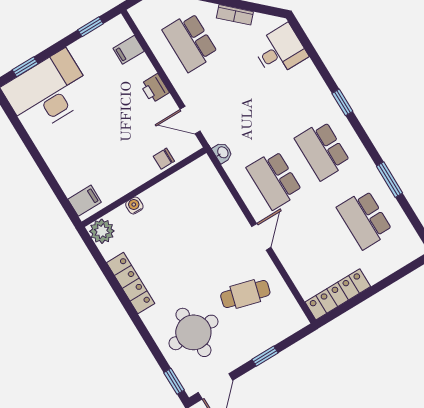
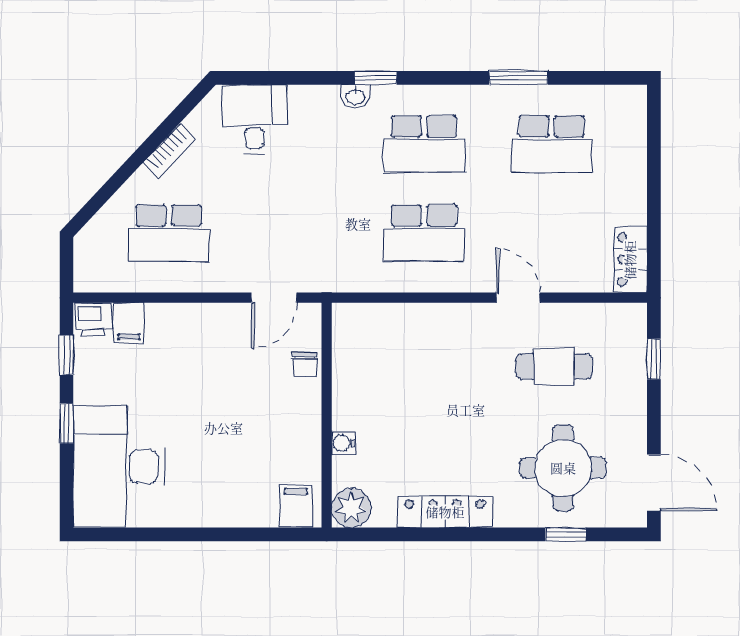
window: (25, 67) -> (67, 423), moved
printer: (155, 88) -> (93, 319), moved
washbasin: (222, 153) -> (355, 96), moved, turned 180
door: (261, 237) -> (518, 298), moved
cafe table: (245, 294) -> (554, 366), turned 75
locker: (338, 294) -> (630, 260), width x0.66
window: (265, 356) -> (654, 359), moved
window: (174, 381) -> (566, 534), moved

